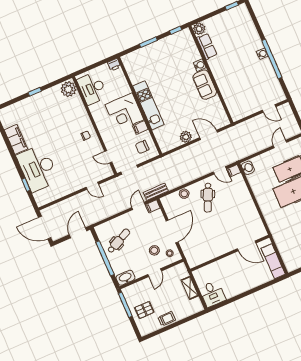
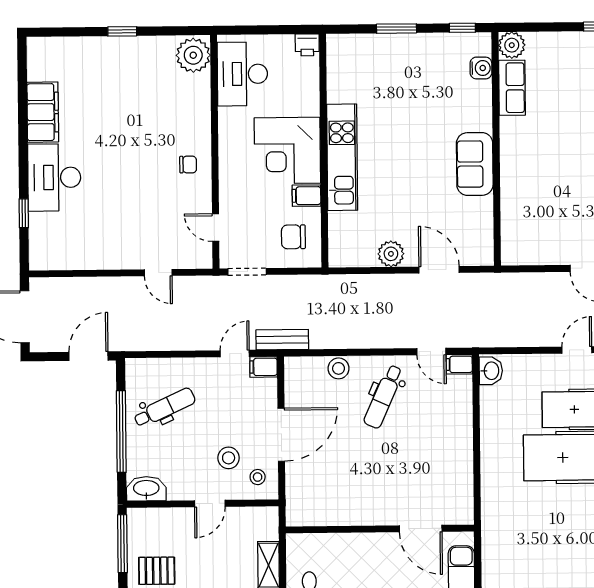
water cooler: (200, 65) -> (481, 68), moved
desk: (38, 168) -> (54, 177), width x0.73, depth x0.77

